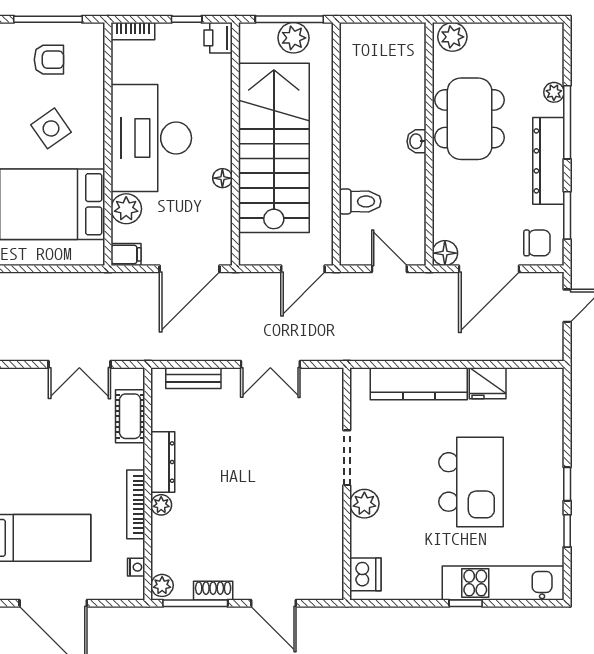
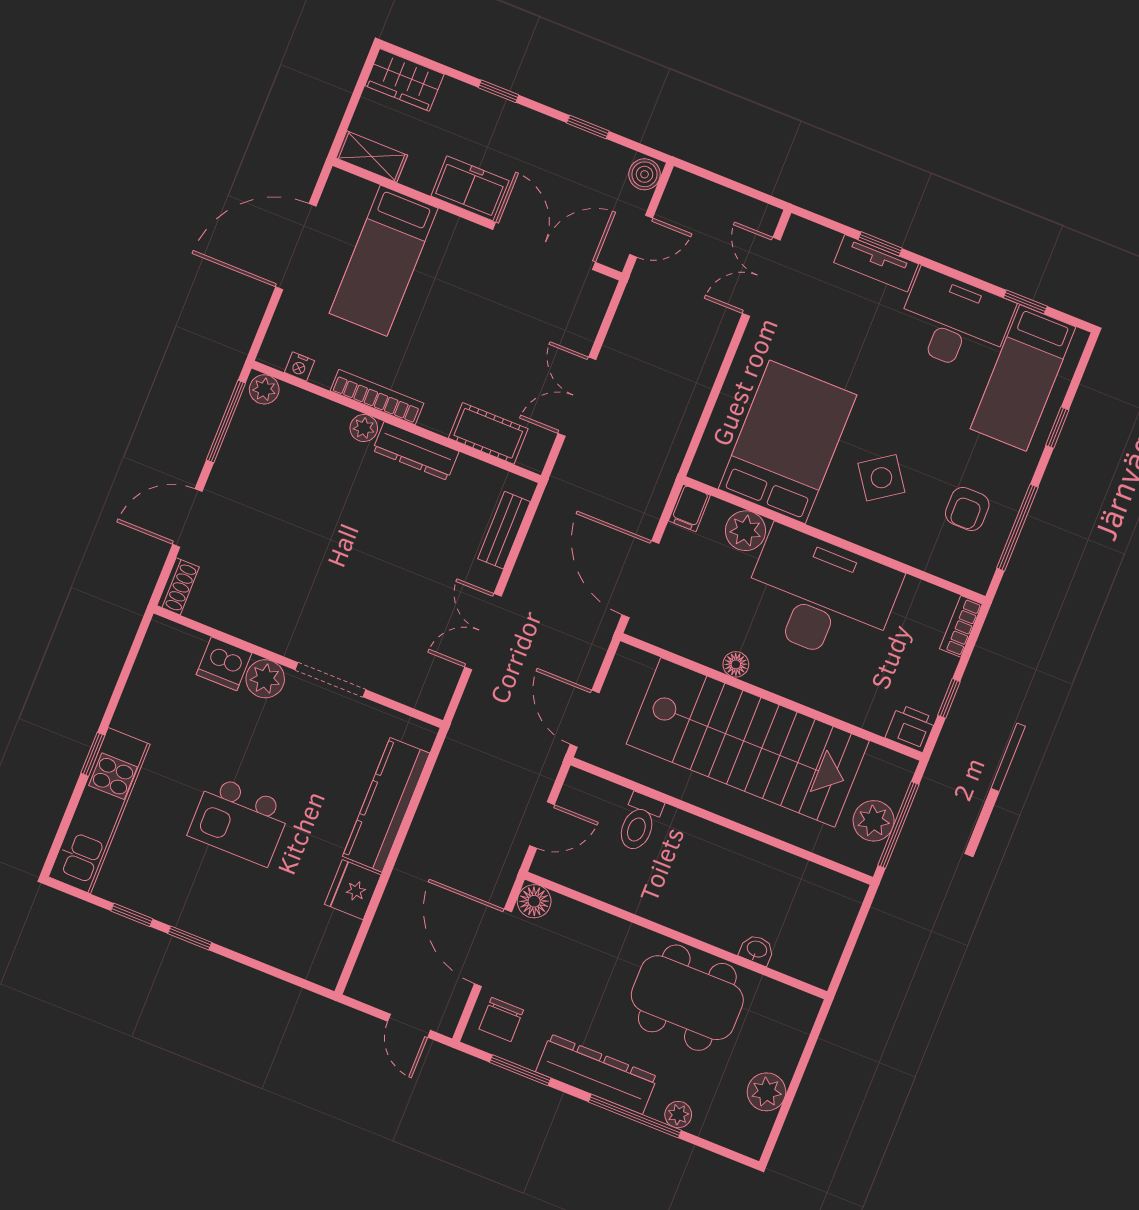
plant: (452, 37) -> (766, 1092), moved
washbasin: (416, 141) -> (757, 950), moved
kitchen island: (471, 482) -> (239, 821), width x0.73, depth x0.78
dishwasher: (365, 574) -> (224, 664), moved
shoe rack: (213, 591) -> (178, 586), moved

